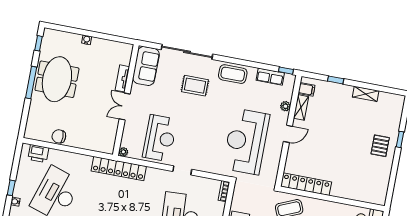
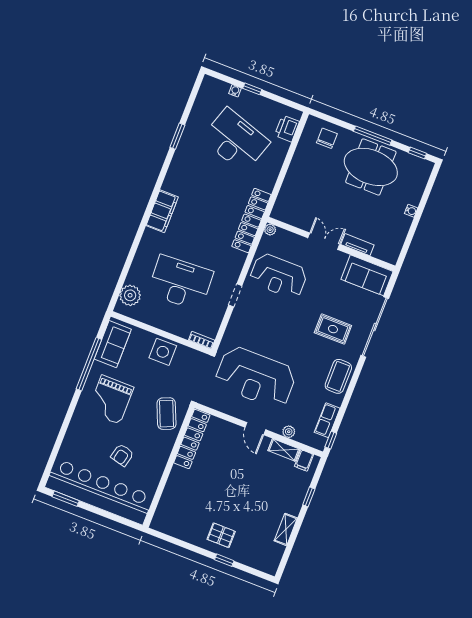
rug: (195, 86) -> (333, 329), turned 90
chair: (59, 136) -> (327, 138), moved
reception desk: (246, 141) -> (256, 377), turned 180

